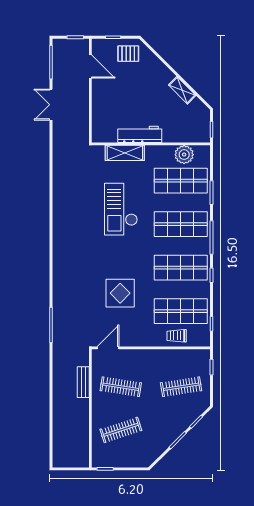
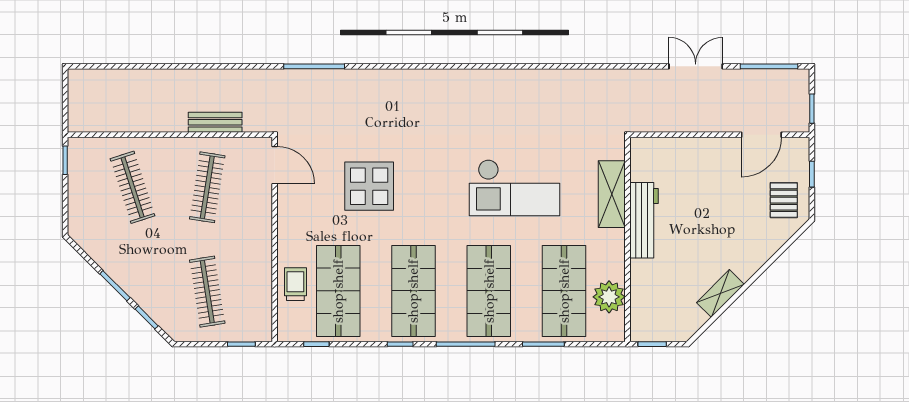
checkout: (121, 209) -> (515, 188), turned 180

